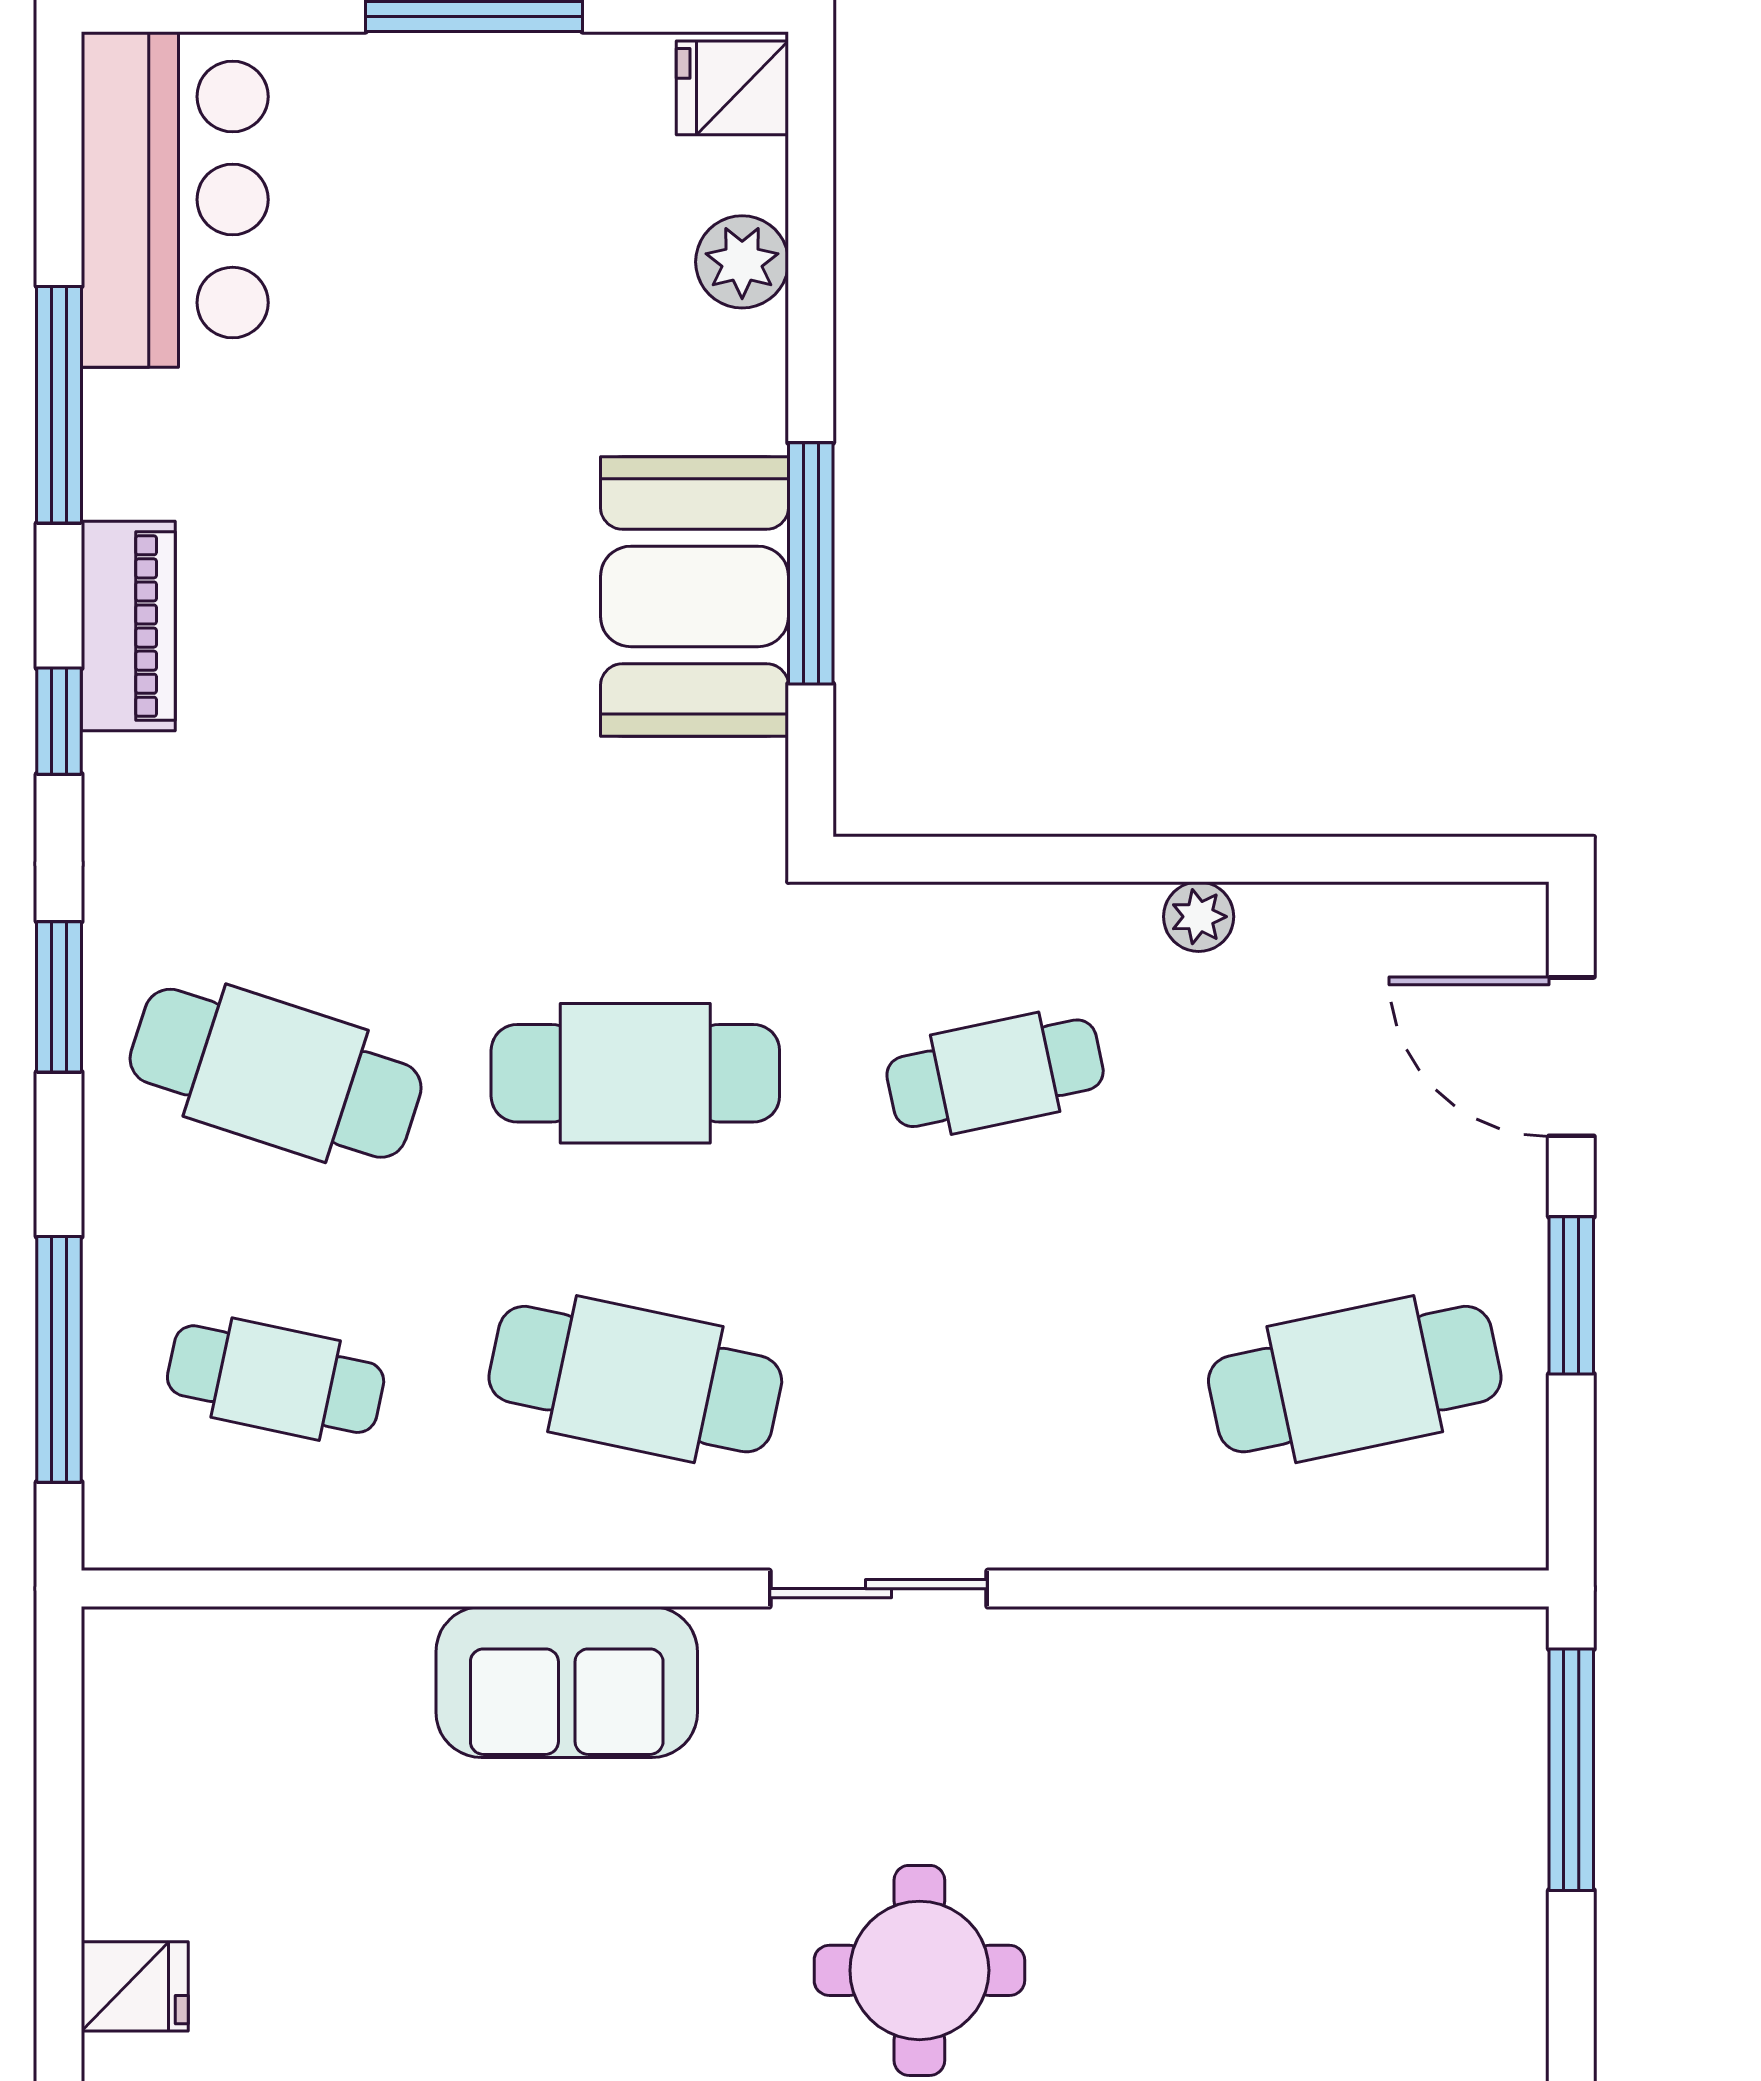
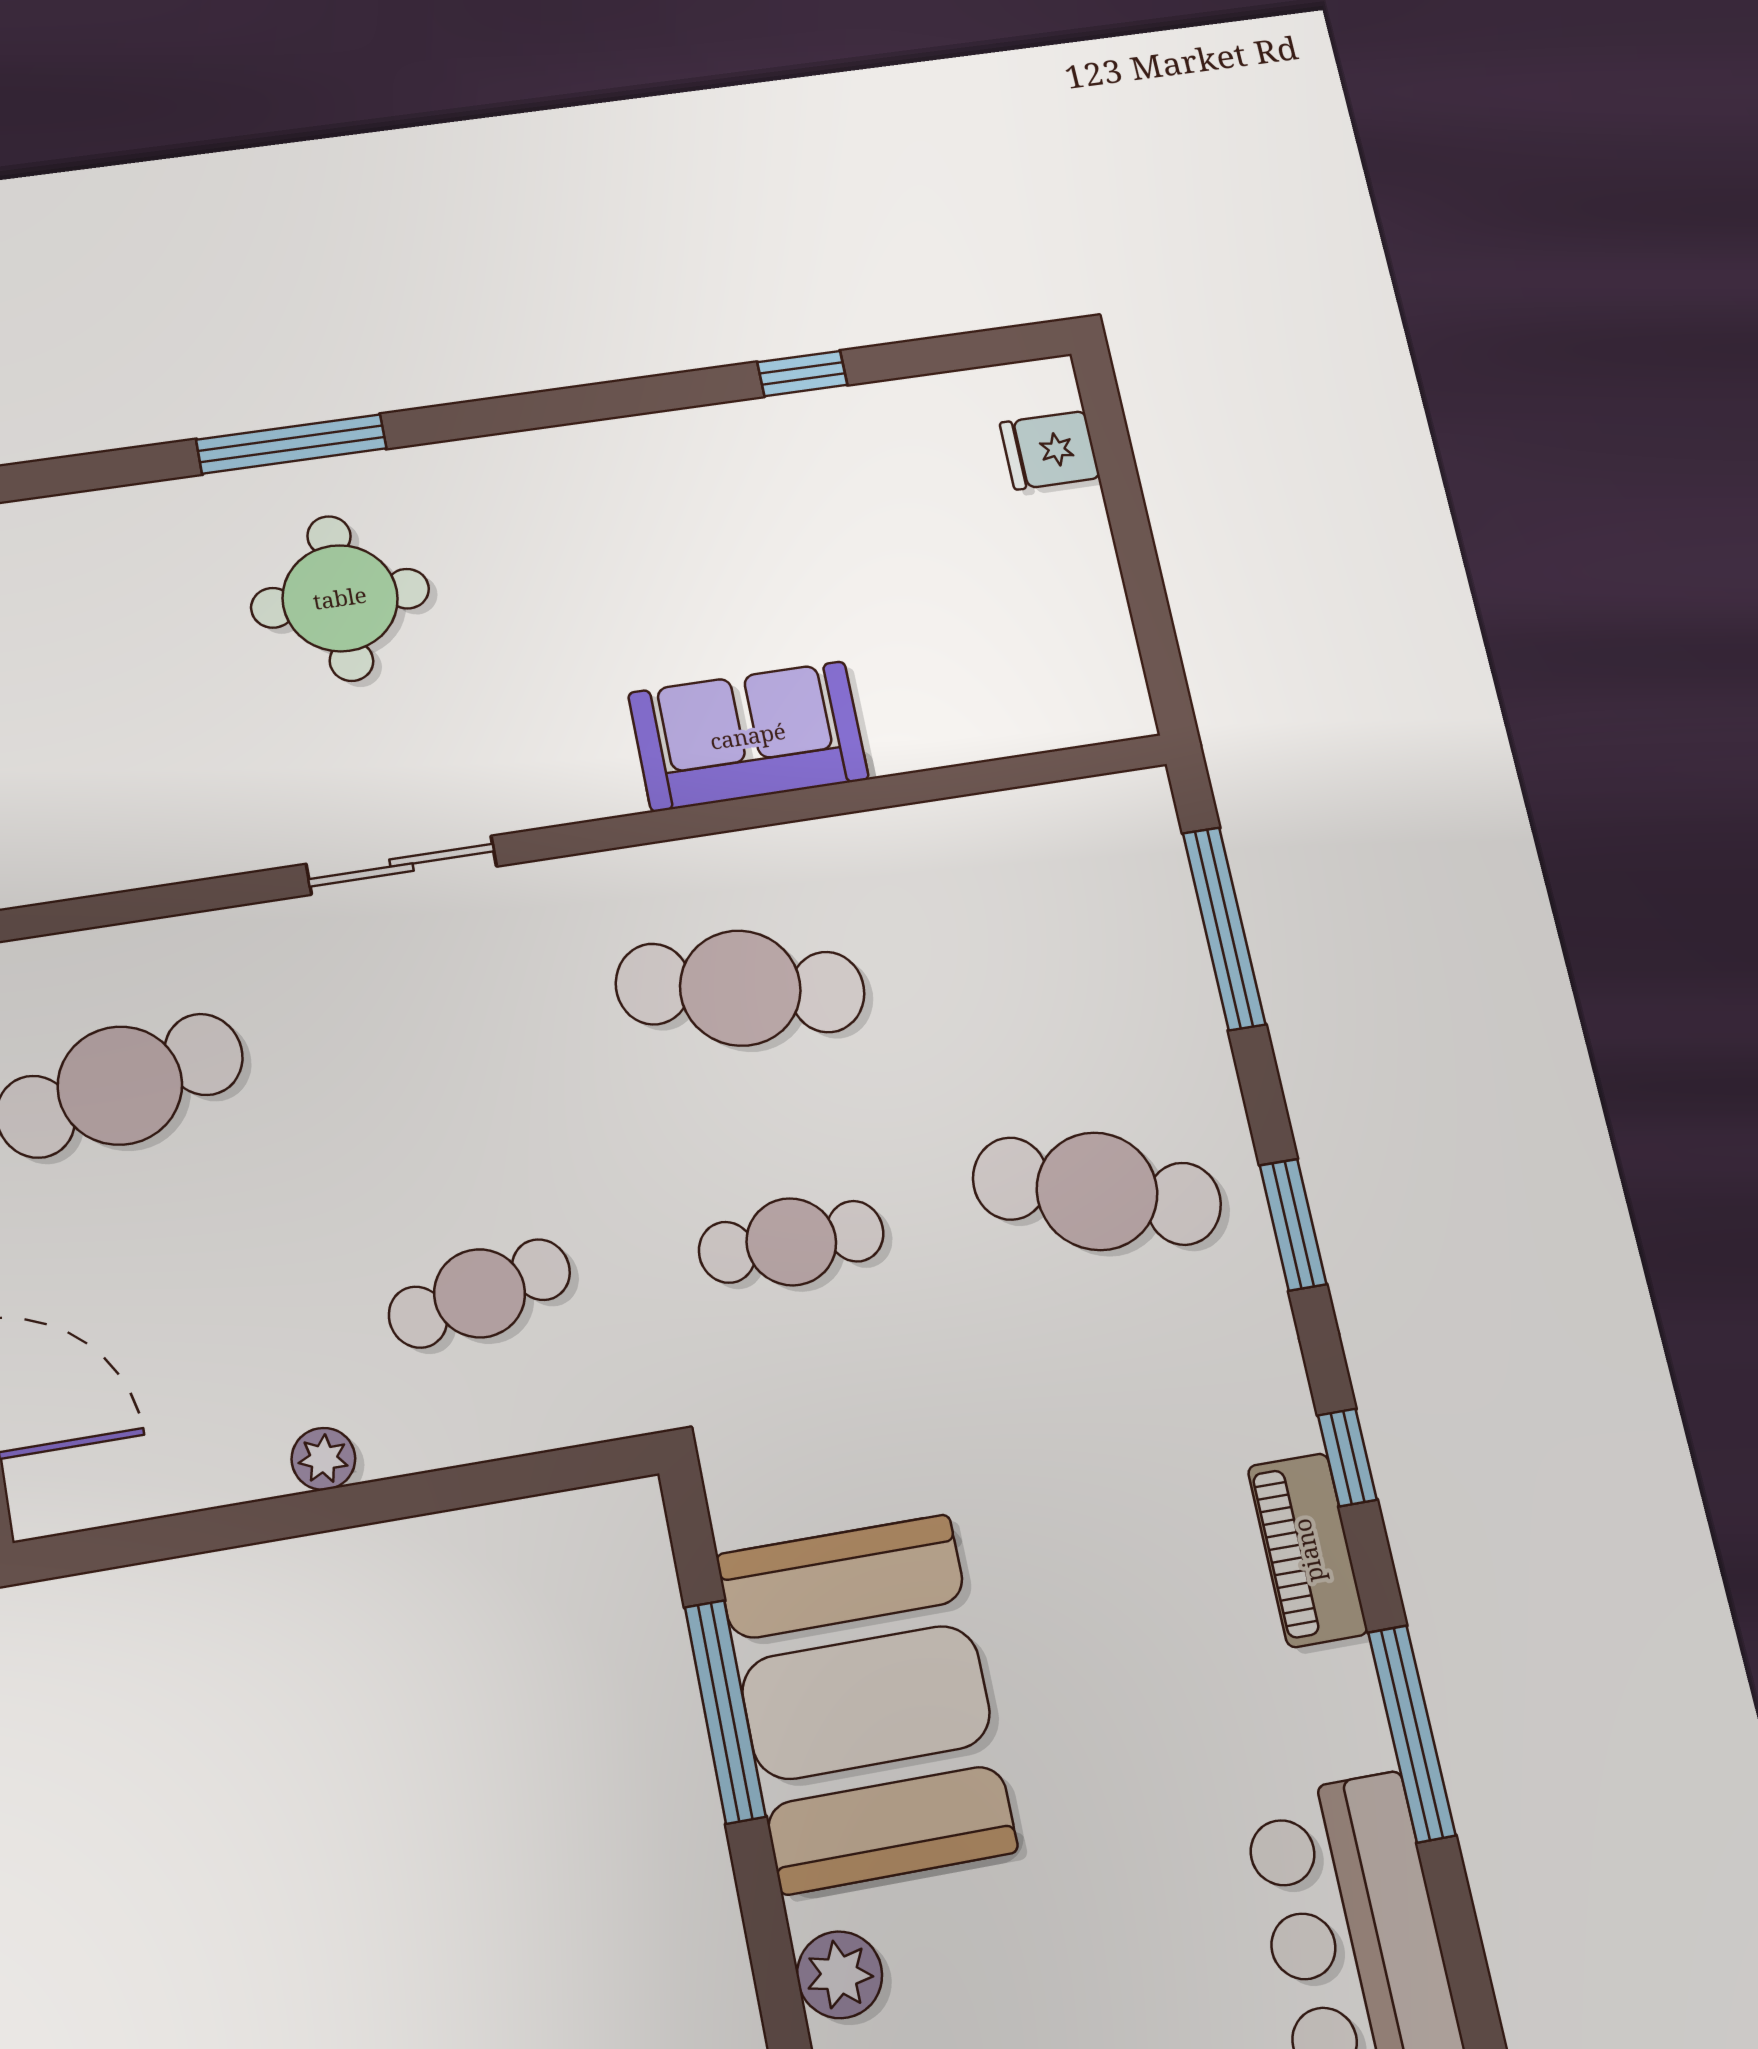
booth: (694, 596) -> (866, 1702), width x1.36, depth x1.42
cafe table: (635, 1073) -> (791, 1242), width x0.73, depth x0.74
cafe table: (276, 1379) -> (1042, 941), removed
sliding door: (879, 1589) -> (401, 865), moved
round table: (919, 1970) -> (340, 598), moved

